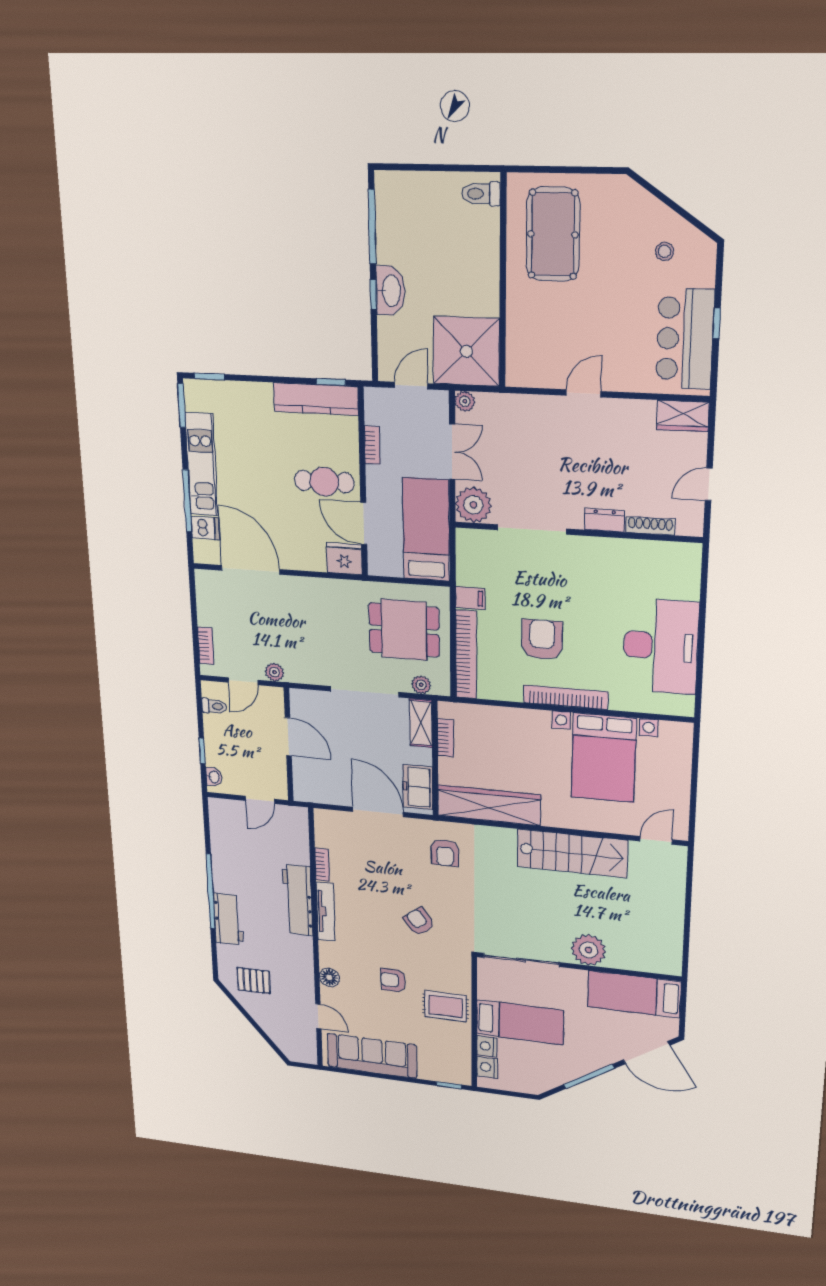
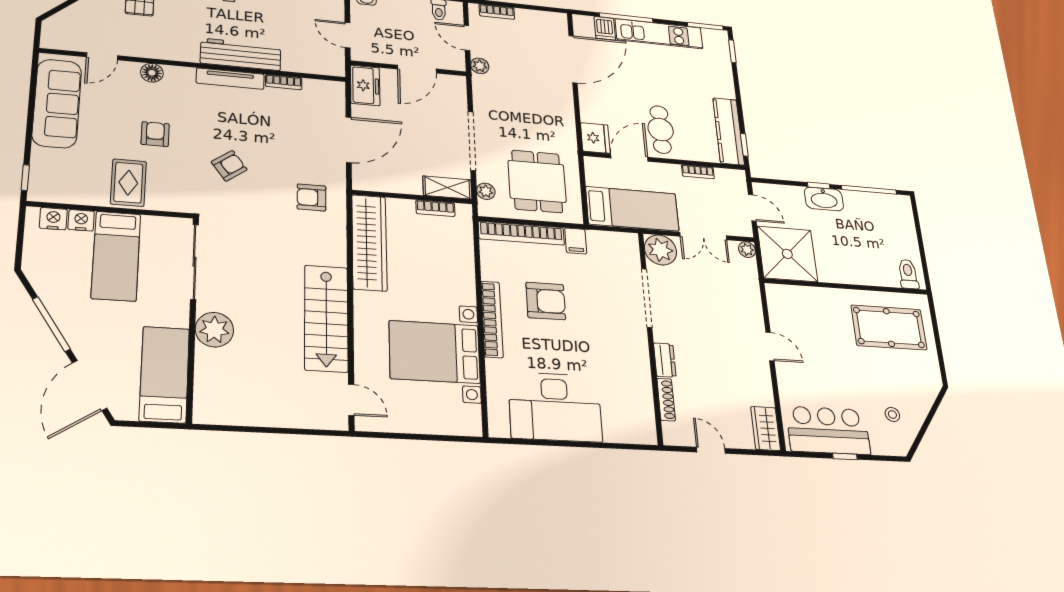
freezer: (418, 787) -> (365, 85), moved, turned 90

